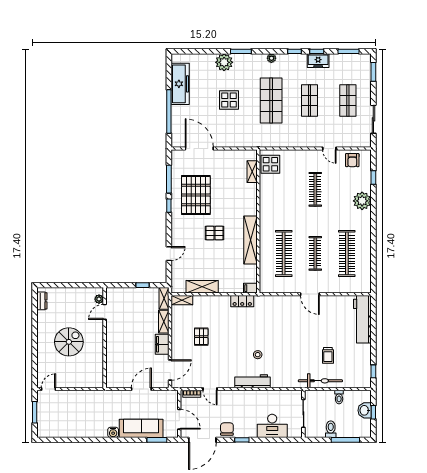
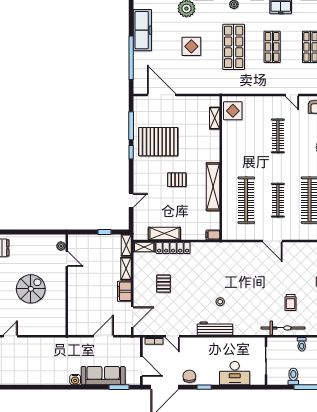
pallet: (196, 195) -> (158, 142), turned 90
locker: (242, 301) -> (173, 248), moved, width x1.53
door: (105, 312) -> (67, 259), swing flipped

